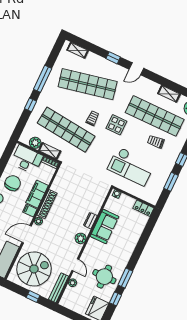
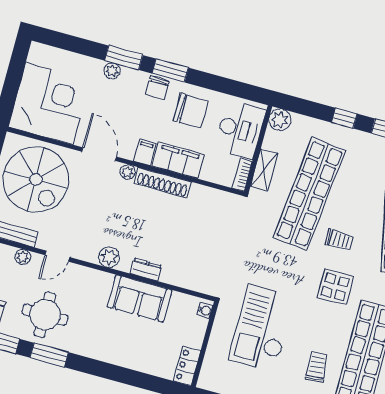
plant: (35, 143) -> (280, 120), moved

